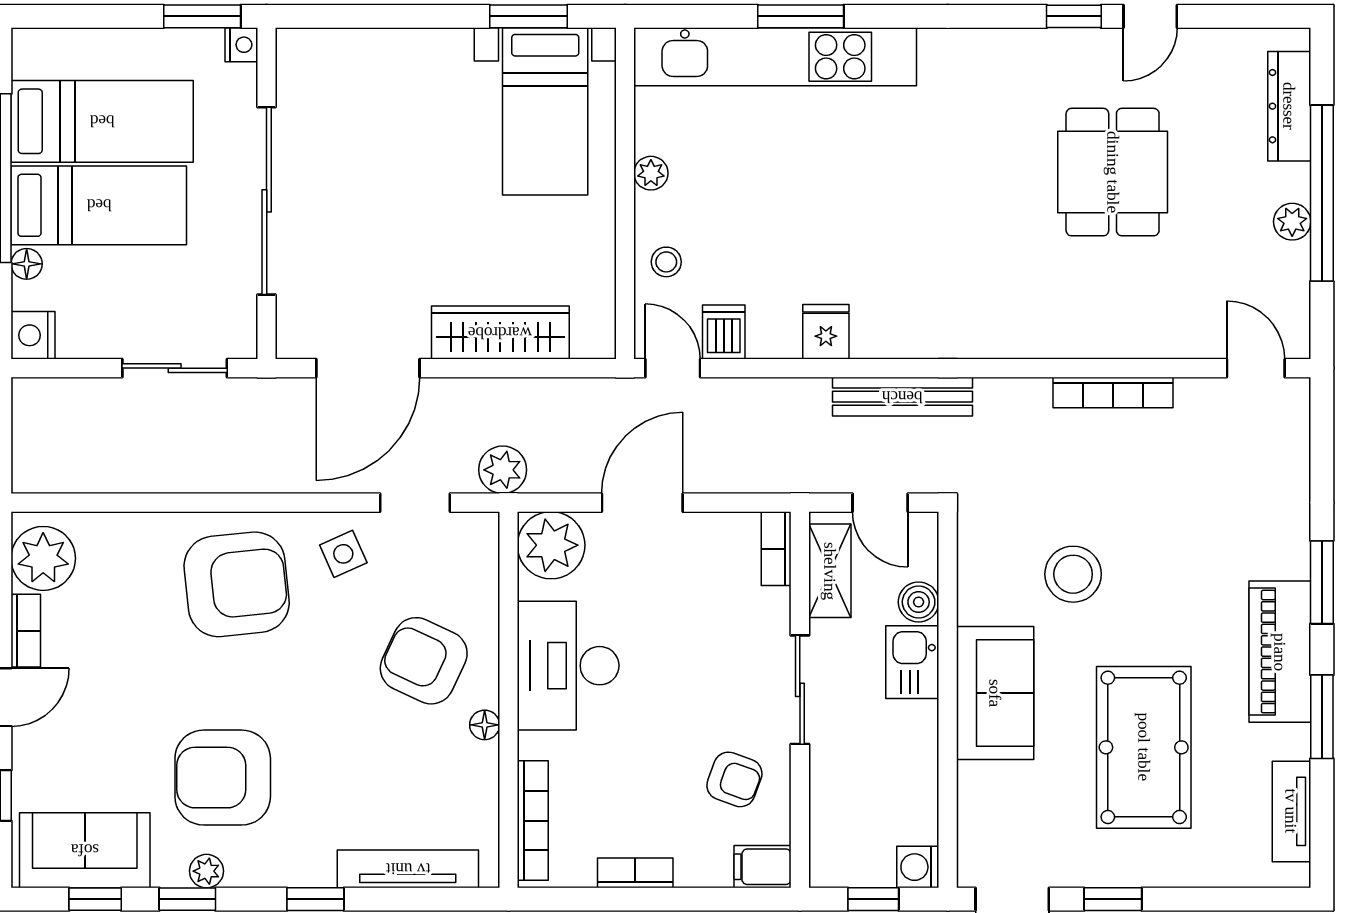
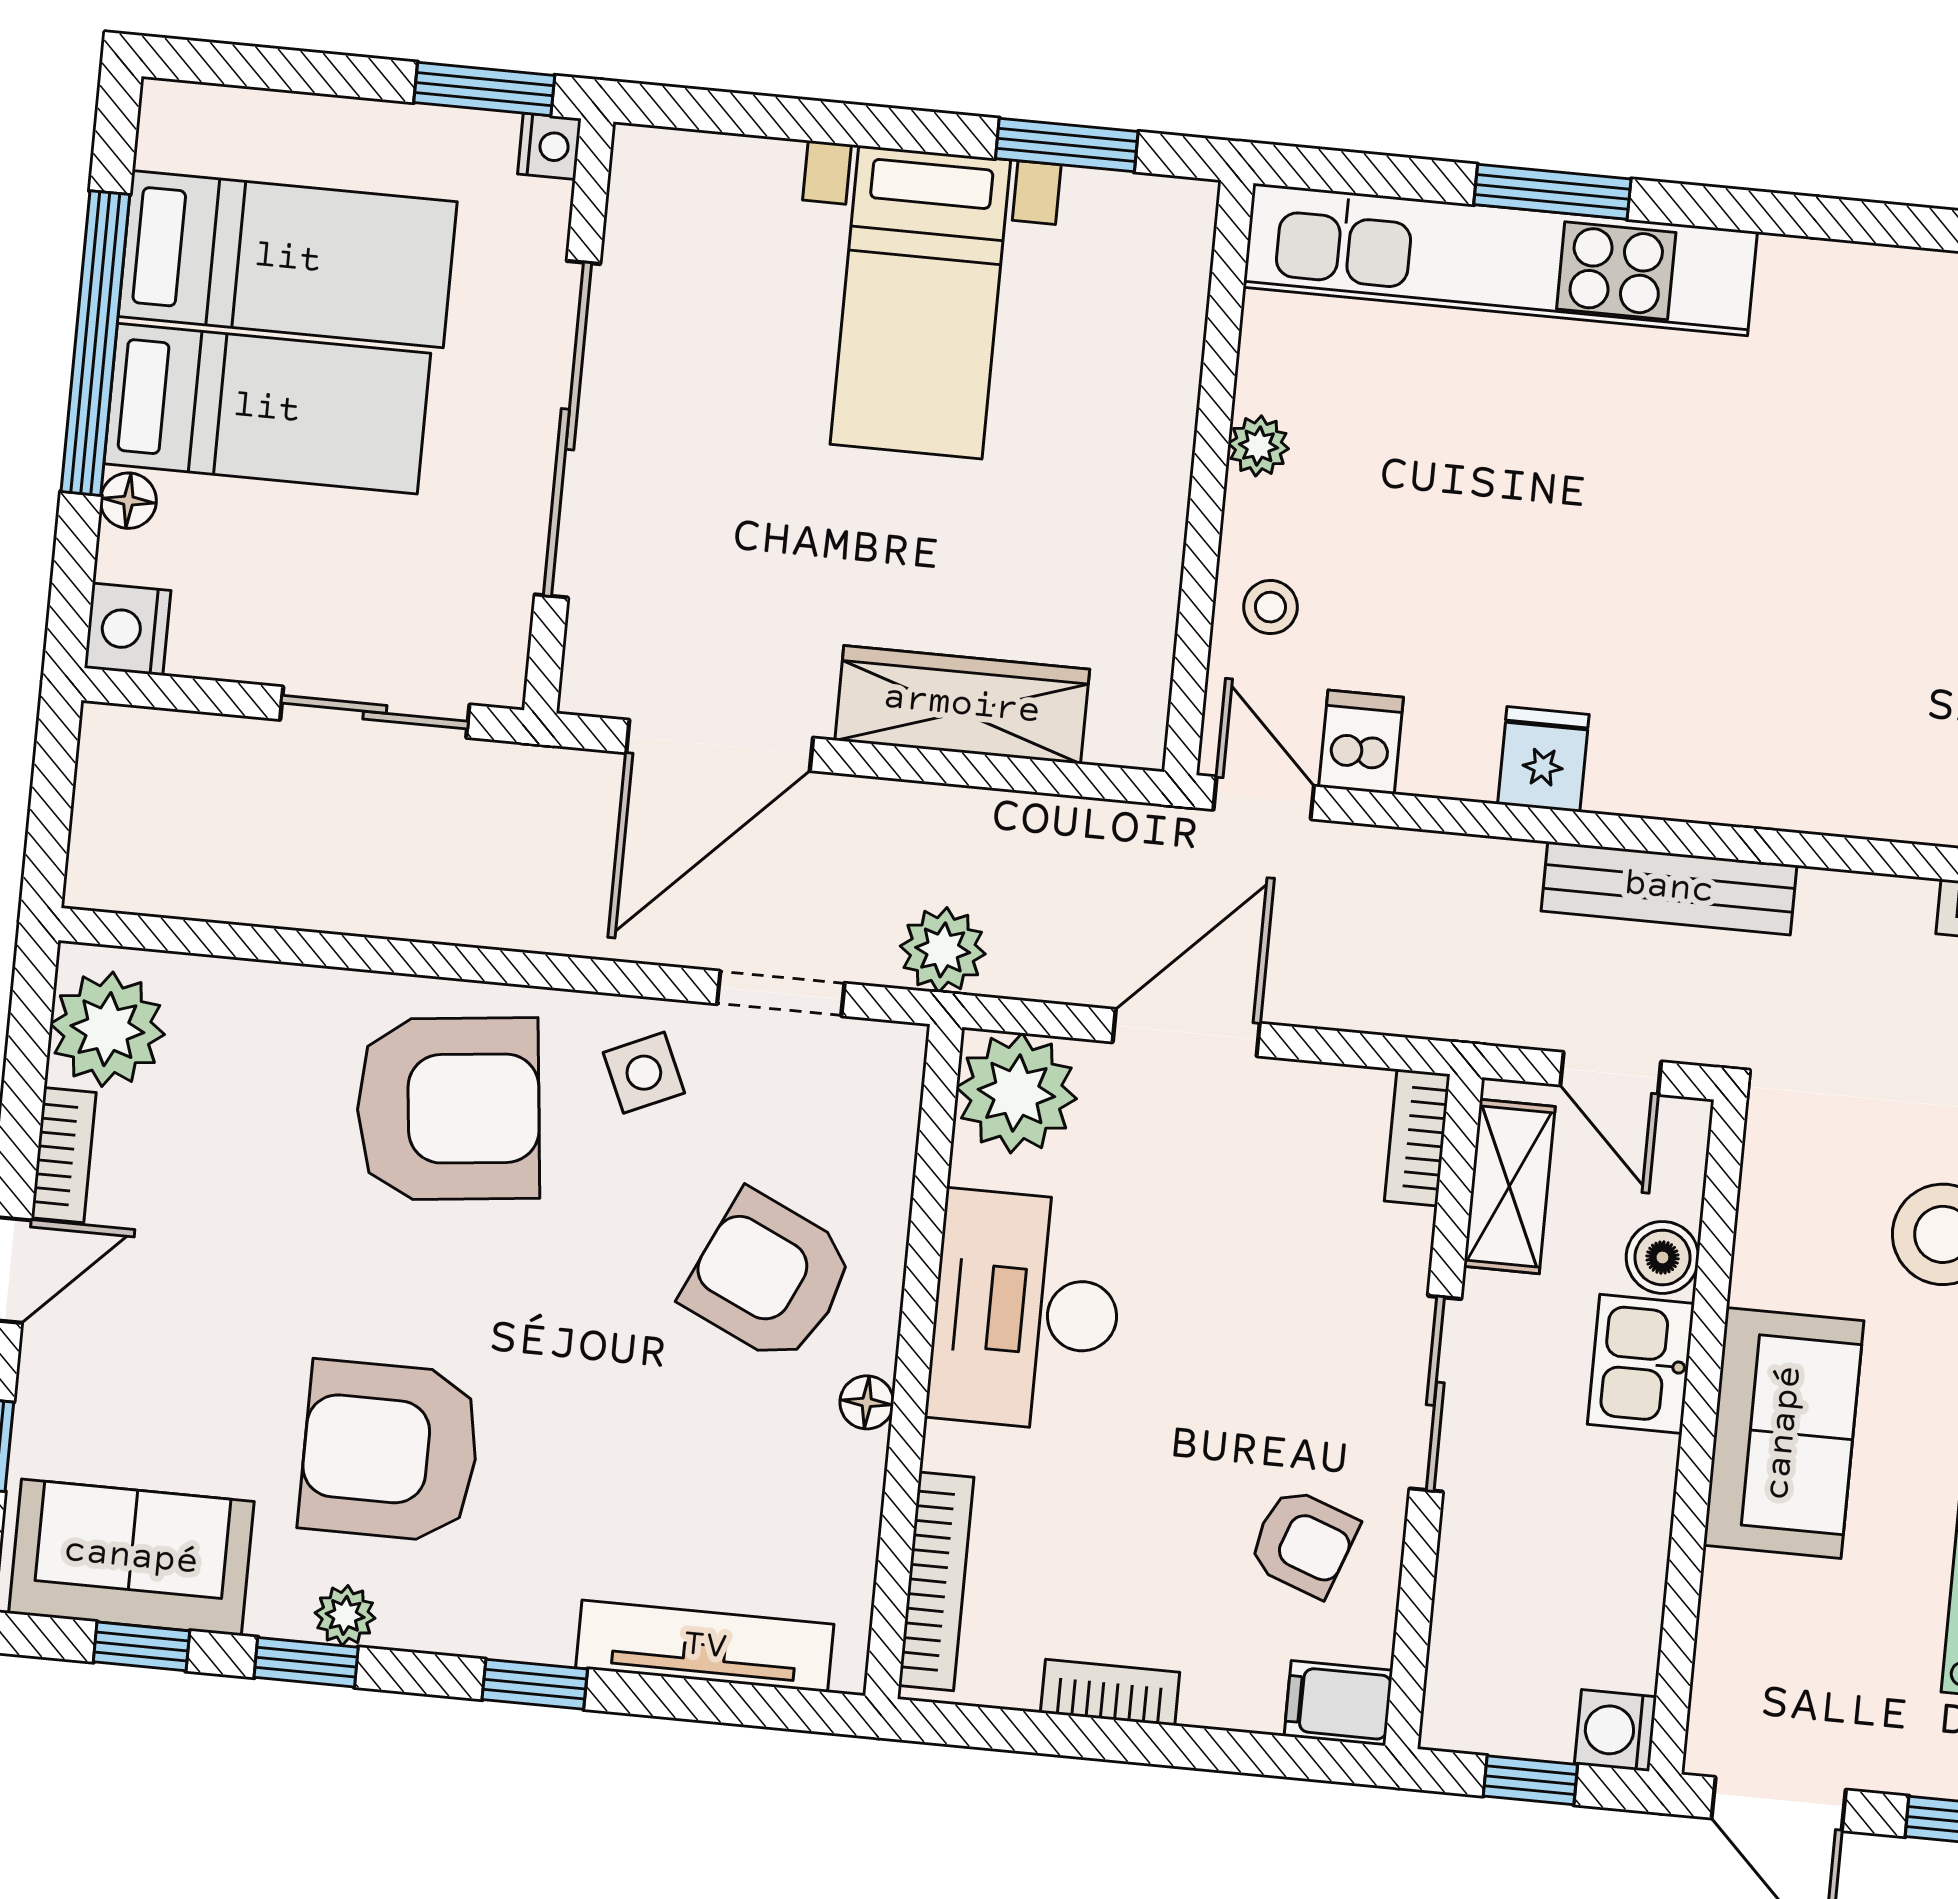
bed with nightstands: (545, 111) -> (920, 302), moved

